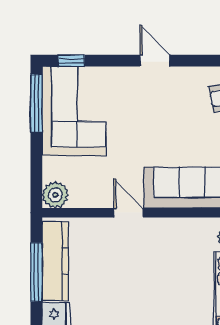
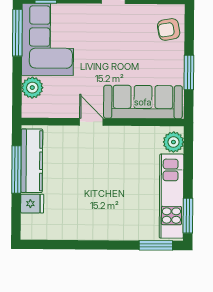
plant: (55, 195) -> (32, 88), moved

